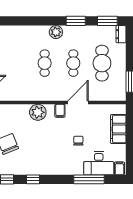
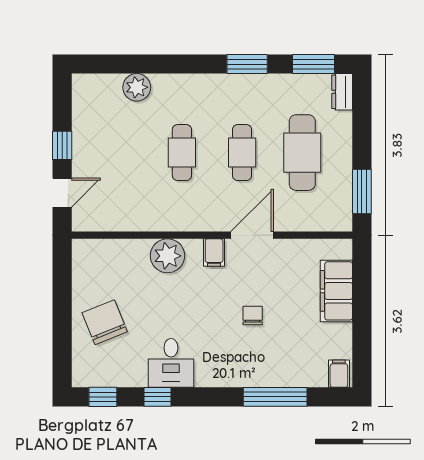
plant: (56, 32) -> (137, 87), moved
desk: (99, 163) -> (171, 363), moved, width x0.73

